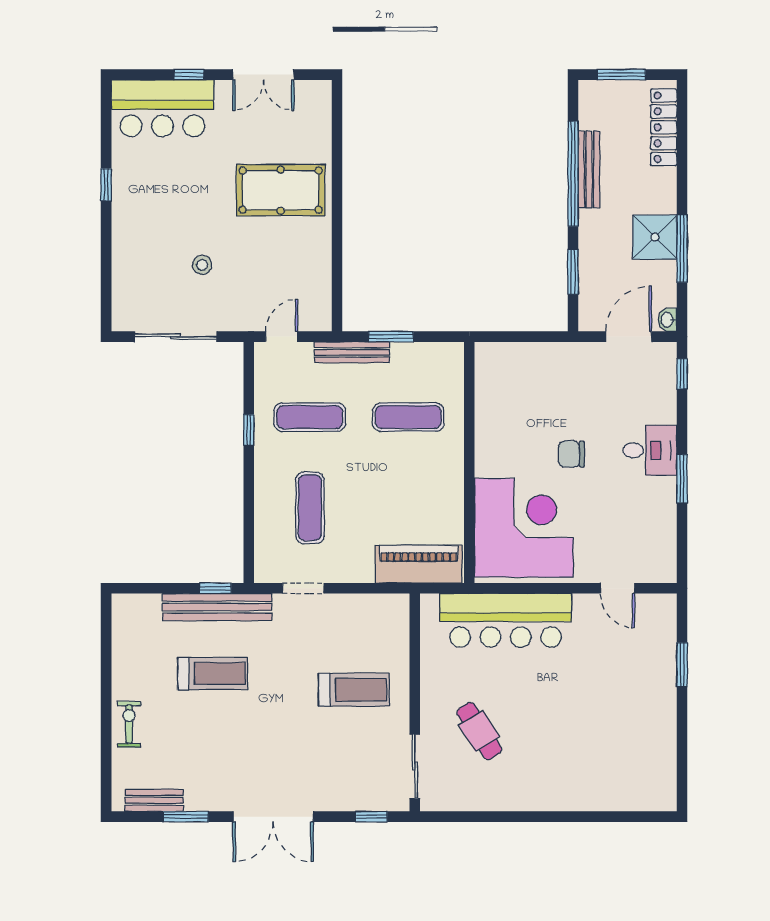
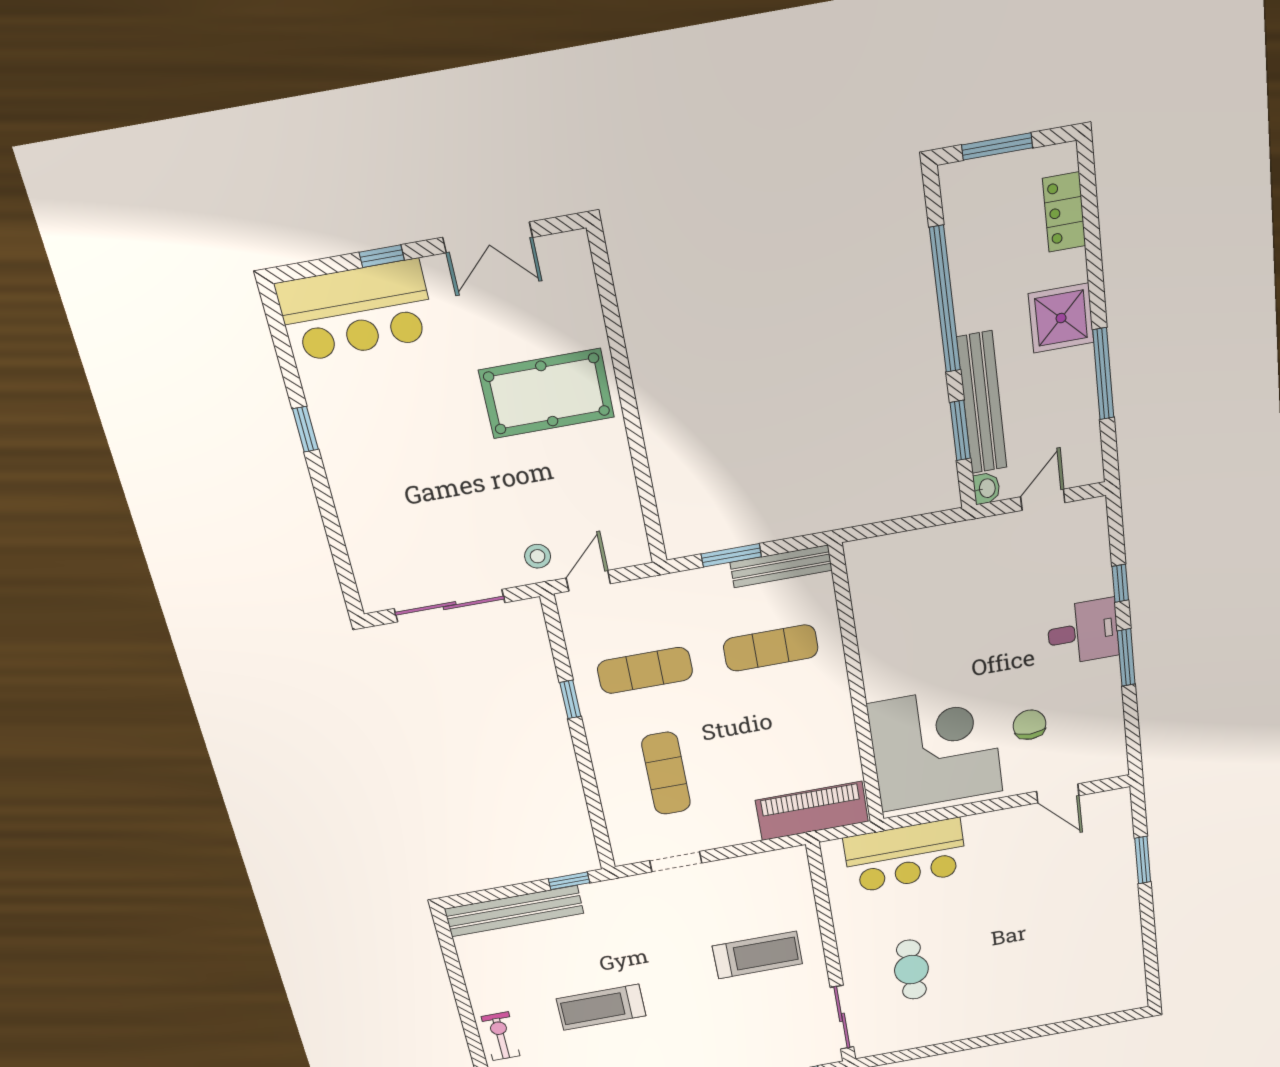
locker: (664, 127) -> (1064, 212), width x0.66
bench: (589, 169) -> (982, 403), moved, width x1.37, depth x1.21
shower: (655, 237) -> (1061, 318), moved
stool: (202, 265) -> (538, 556), moved
washbasin: (667, 320) -> (987, 488), moved, turned 180
door: (629, 337) -> (1043, 500), width x0.73
bench: (352, 352) -> (781, 566), moved
window: (682, 374) -> (1120, 583), moved
chair: (572, 454) -> (1030, 725), moved, turned 90
bench: (217, 607) -> (514, 911), moved
bar counter: (506, 620) -> (905, 855), width x0.73
treadmill: (213, 674) -> (601, 1007), moved, turned 180
cafe table: (479, 731) -> (911, 970), turned 32

